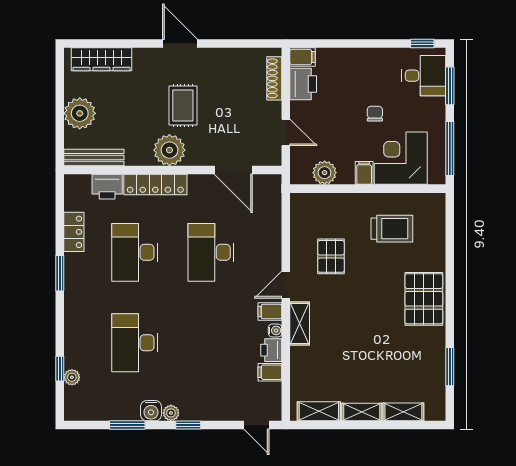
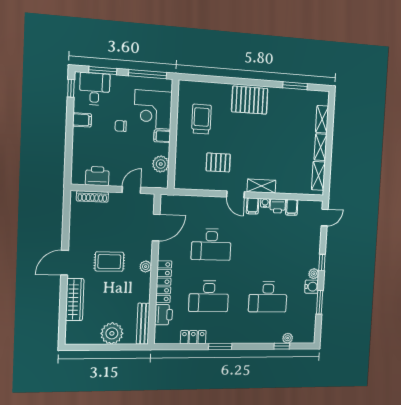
filing cabinet: (303, 57) -> (82, 120), moved, turned 90
wardrobe: (102, 59) -> (75, 300), moved
plant: (169, 150) -> (146, 267), width x0.53, depth x0.53

